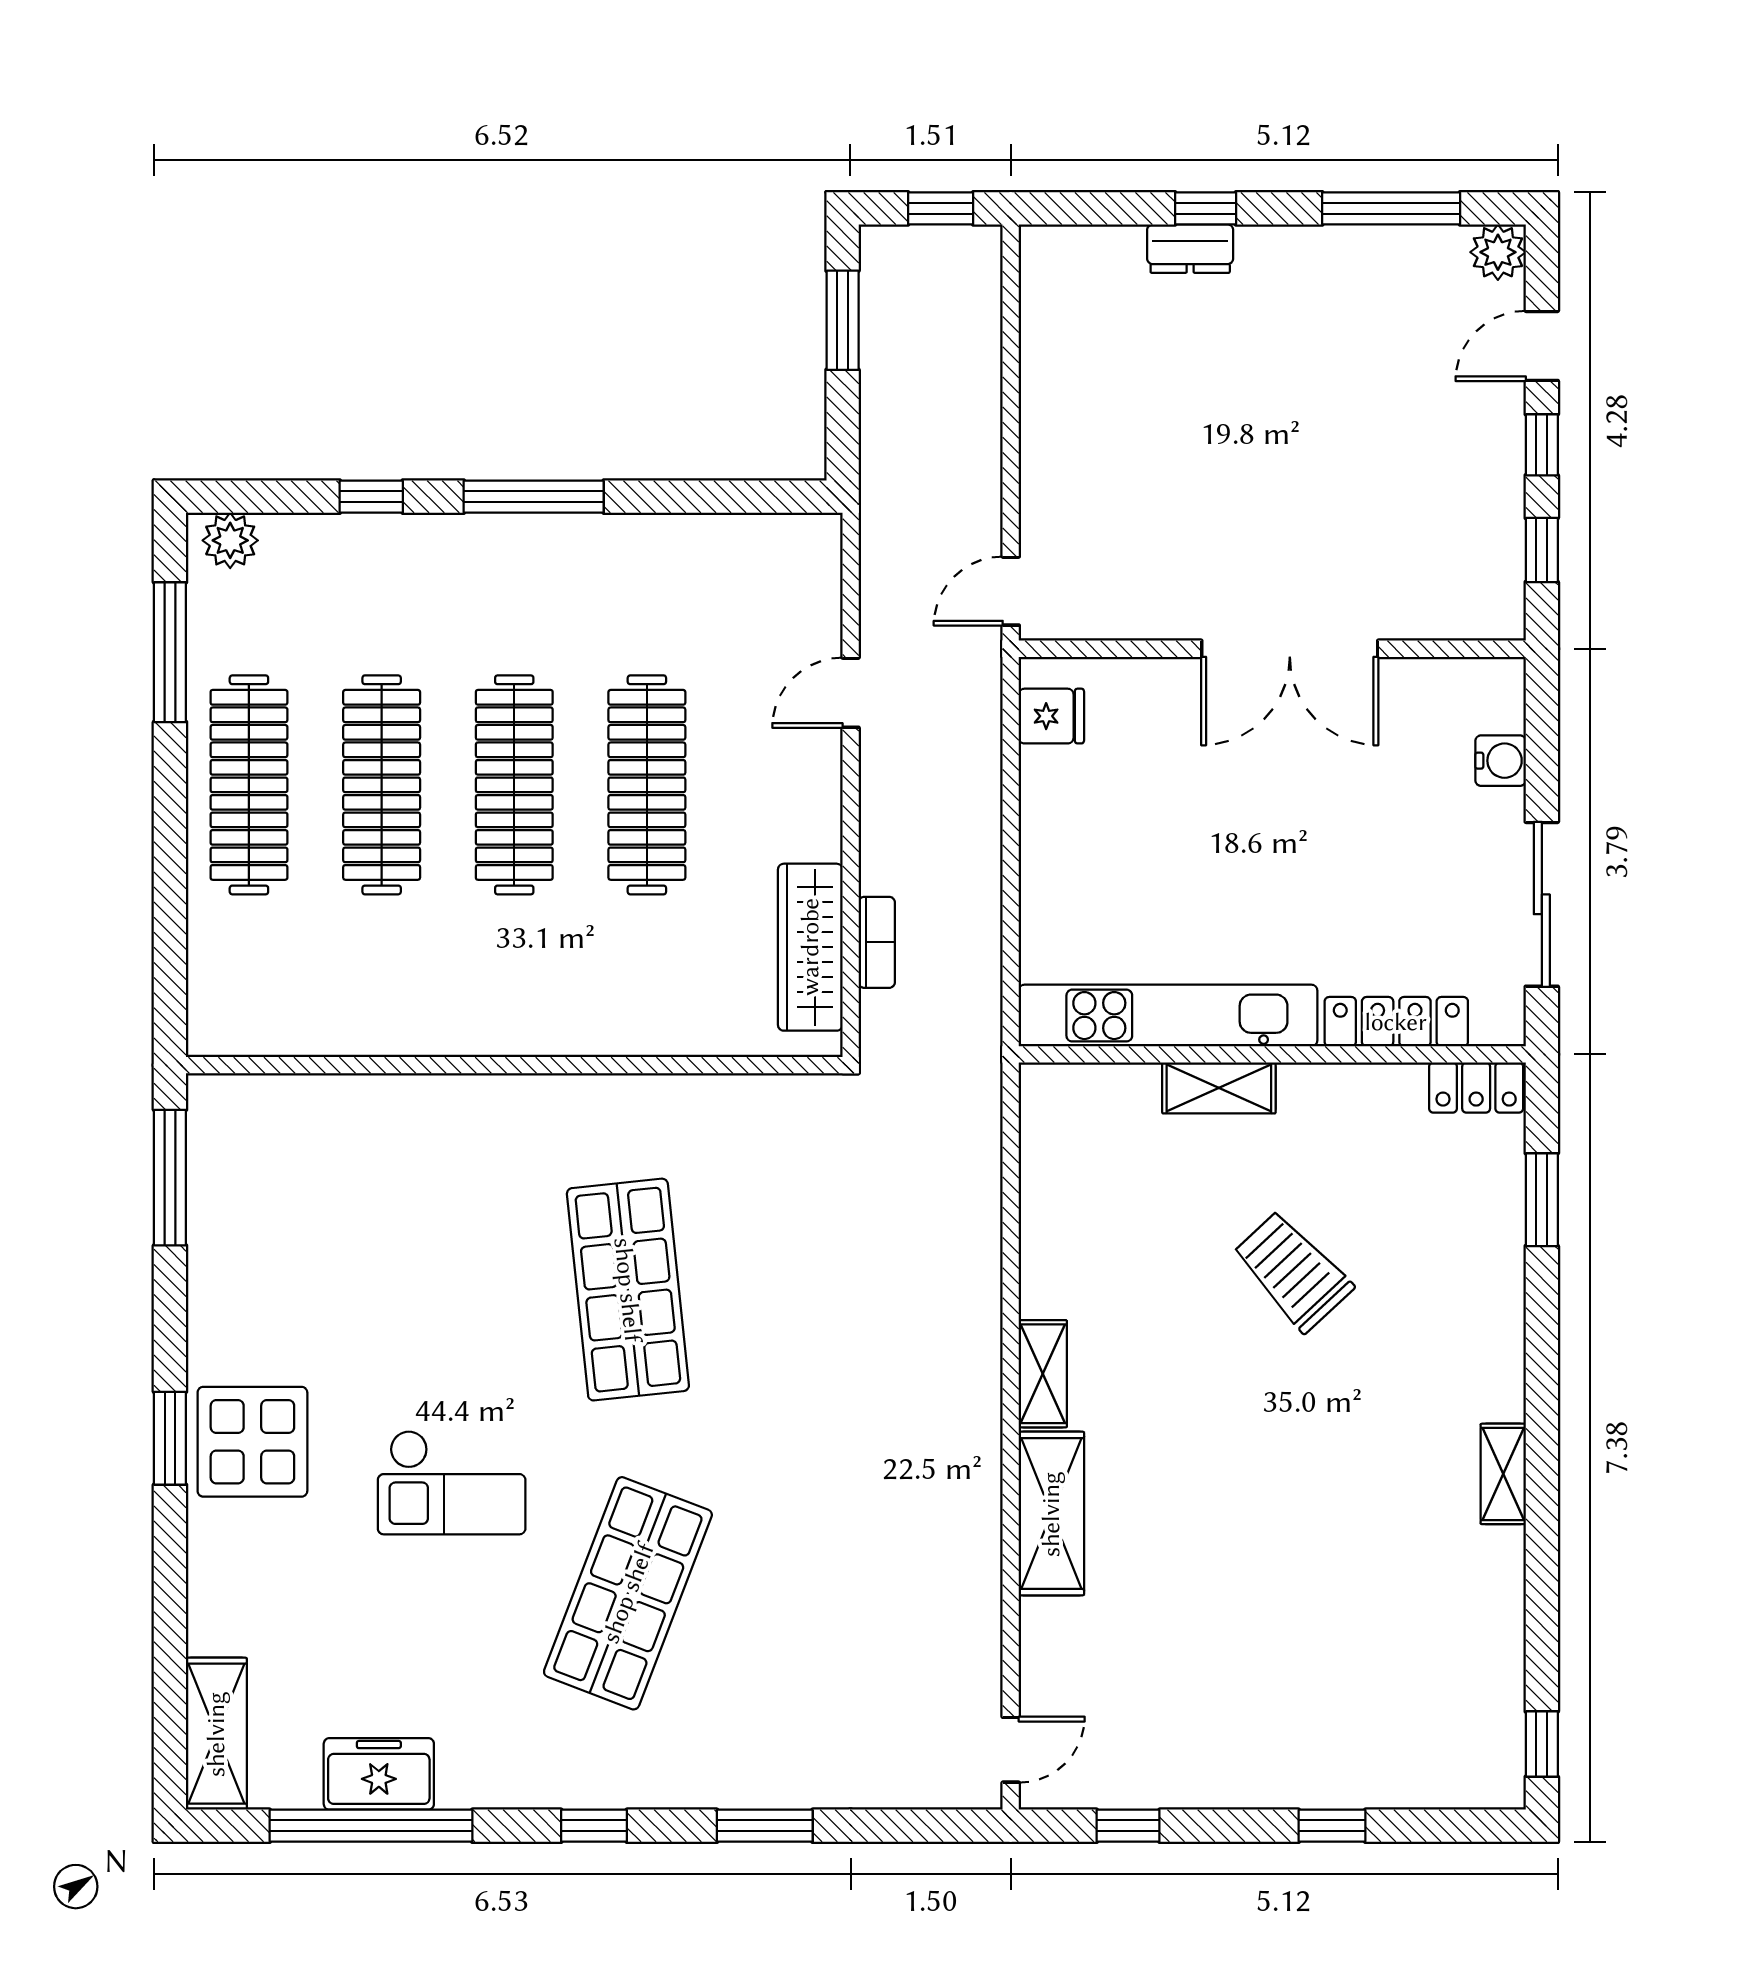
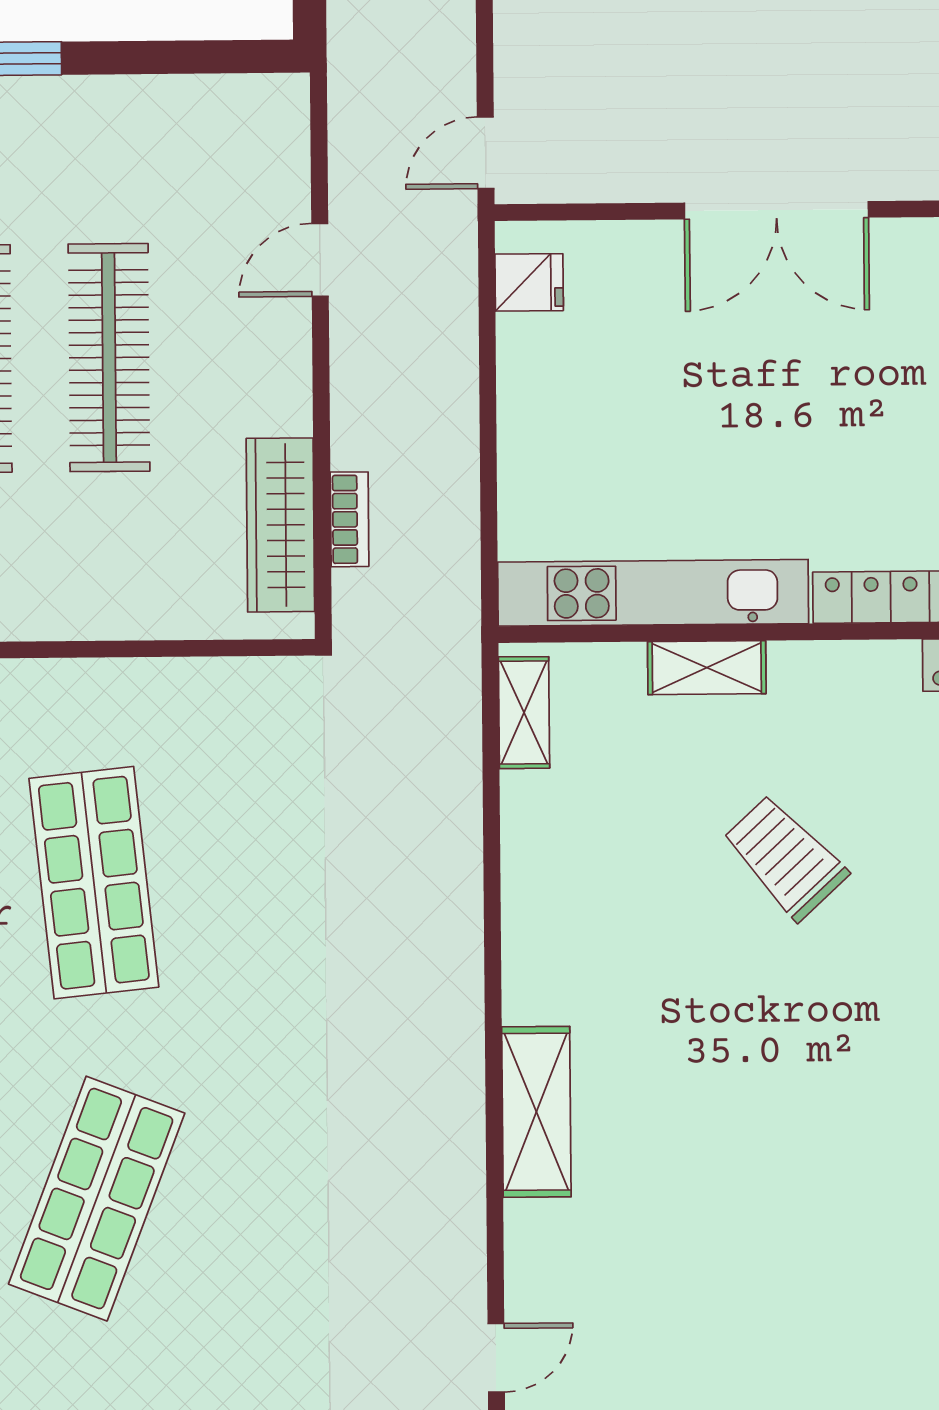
shelving: (1043, 1374) -> (524, 713), moved

